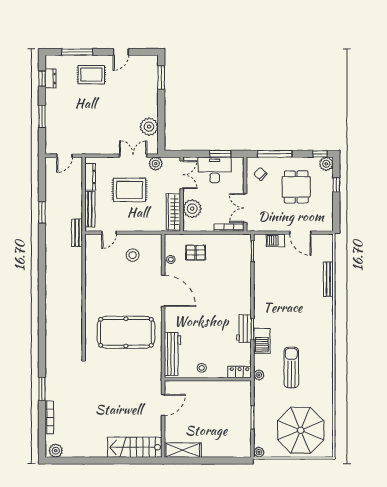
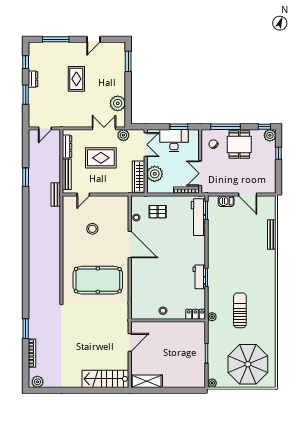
rug: (91, 75) -> (76, 79), moved, turned 90
dresser: (50, 78) -> (33, 79), moved
dining table: (296, 187) -> (239, 145), moved
stool: (133, 255) -> (92, 229), moved
barbecue: (262, 341) -> (215, 287), removed
workbench: (172, 354) -> (198, 217), moved, turned 180

